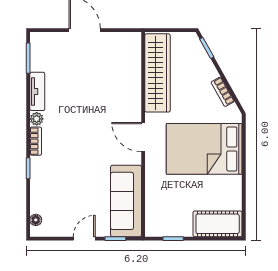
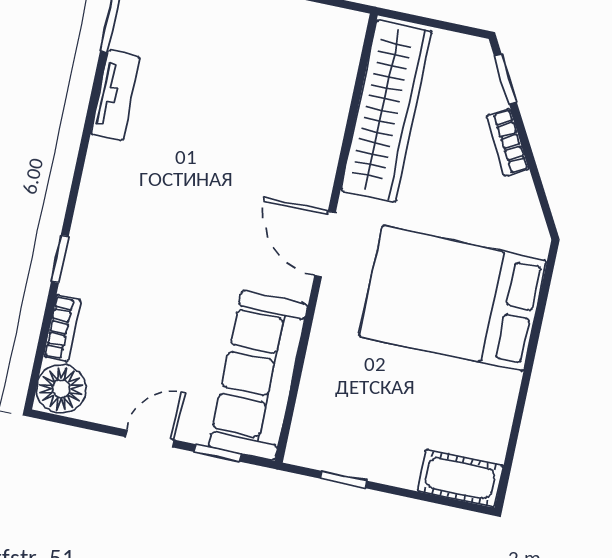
bookcase: (223, 92) -> (508, 142), moved
plant: (37, 119) -> (101, 155), removed
bookcase: (36, 141) -> (62, 328), moved
floor lamp: (36, 220) -> (61, 389), width x1.89, depth x1.89
cot: (218, 224) -> (460, 478), width x0.73, depth x0.75

